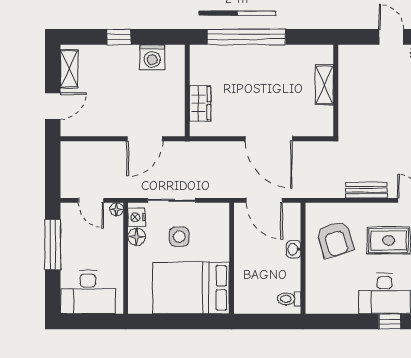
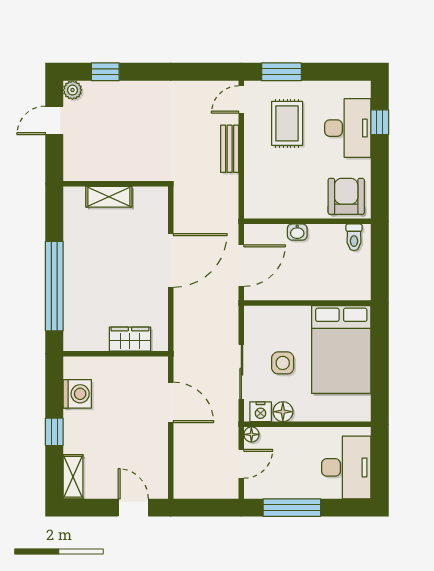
shelving: (69, 69) -> (73, 477), moved, turned 90
armchair: (335, 239) -> (346, 196), moved, turned -73

